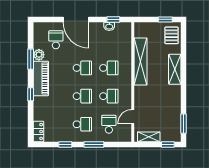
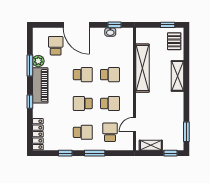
school desk: (82, 96) -> (83, 103), turned 180
locker: (38, 131) -> (38, 134), width x1.53

